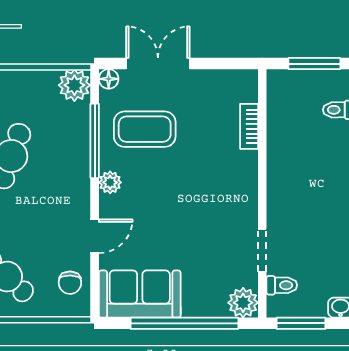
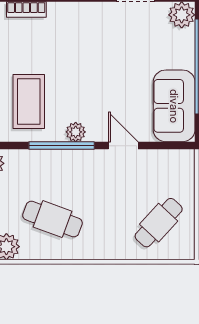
window: (95, 141) -> (62, 146), moved
chair: (70, 283) -> (164, 167), removed

